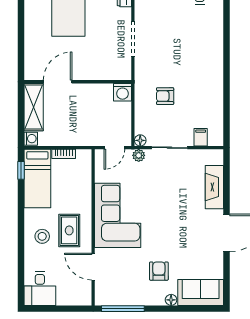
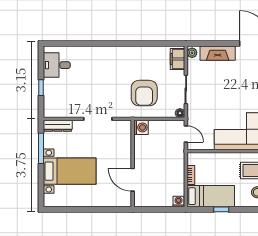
armchair: (165, 96) -> (144, 93), width x1.88, depth x1.88
shelving: (34, 107) -> (153, 199), removed
filing cabinet: (201, 137) -> (177, 59), width x2.00
plant: (139, 155) -> (192, 53), moved
window: (21, 170) -> (221, 209), moved

